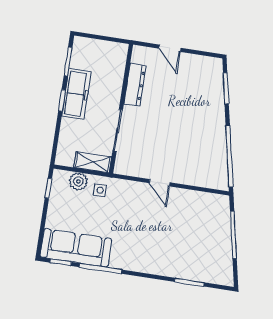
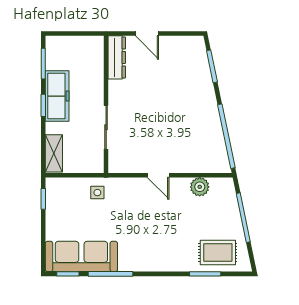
dresser: (135, 85) -> (117, 57), moved
shelving: (93, 162) -> (54, 153), moved, turned 90
plant: (78, 181) -> (200, 187), moved
rug: (204, 264) -> (218, 253), added

